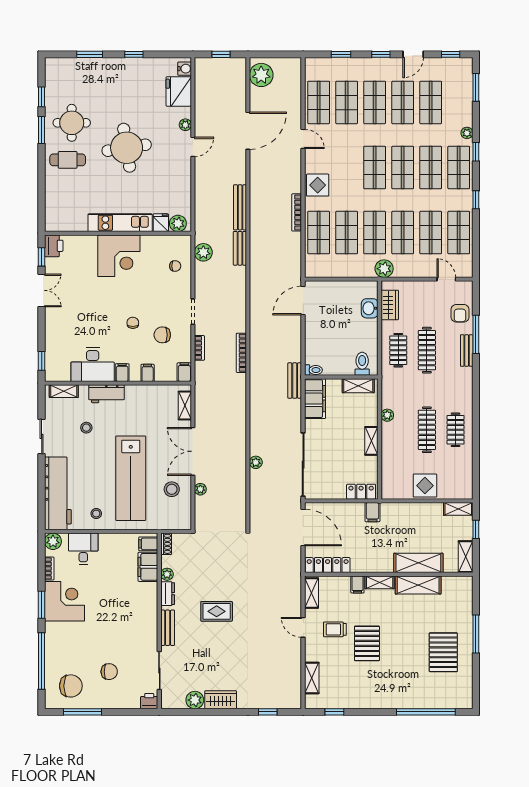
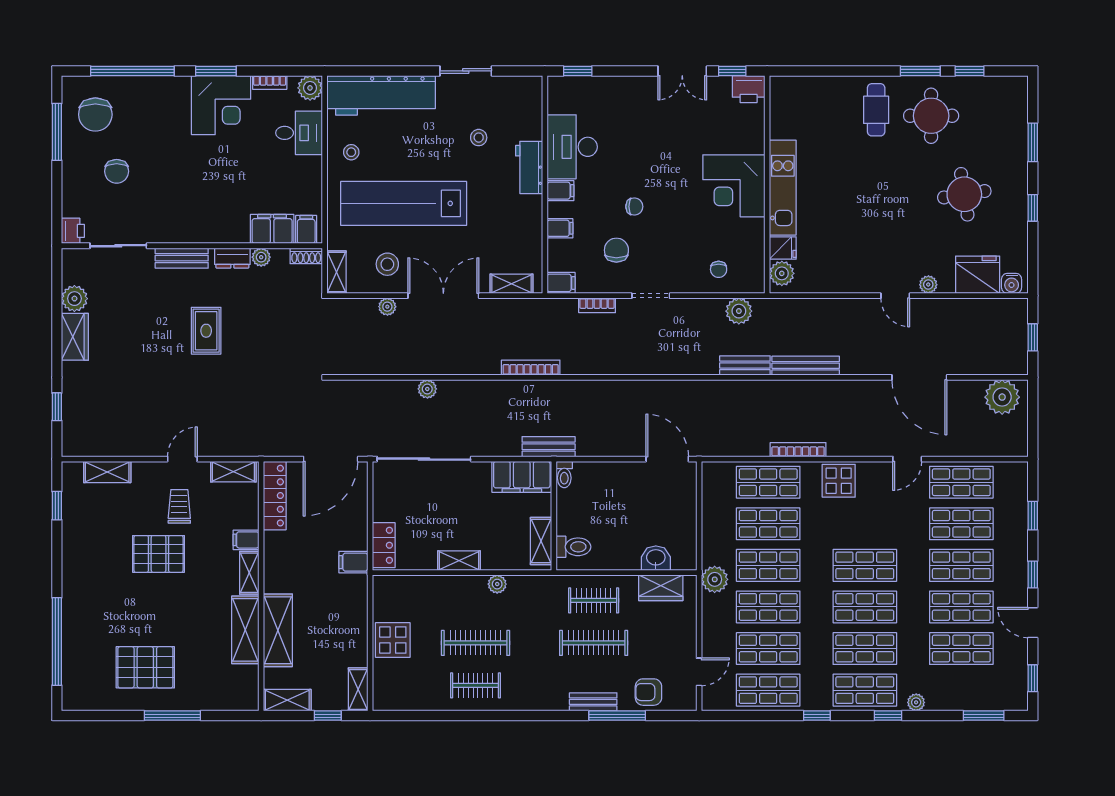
round table: (127, 148) -> (964, 194), moved, width x0.73, depth x0.73
bookcase: (241, 353) -> (531, 368), moved
shelving: (64, 391) -> (337, 272), moved

